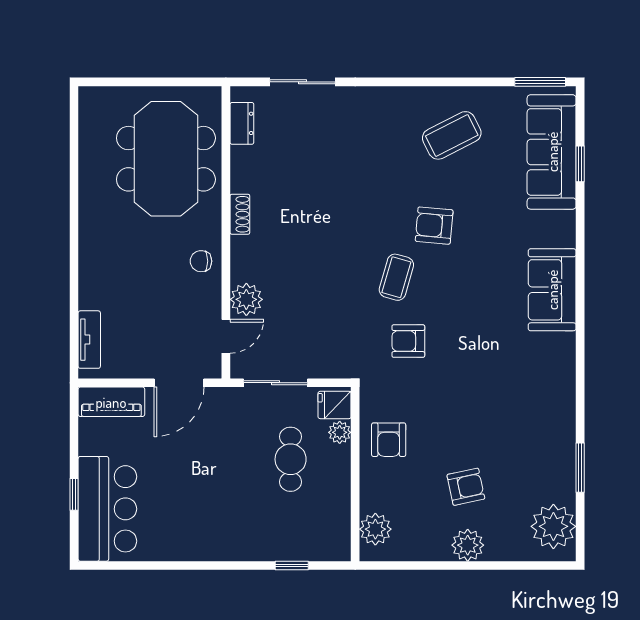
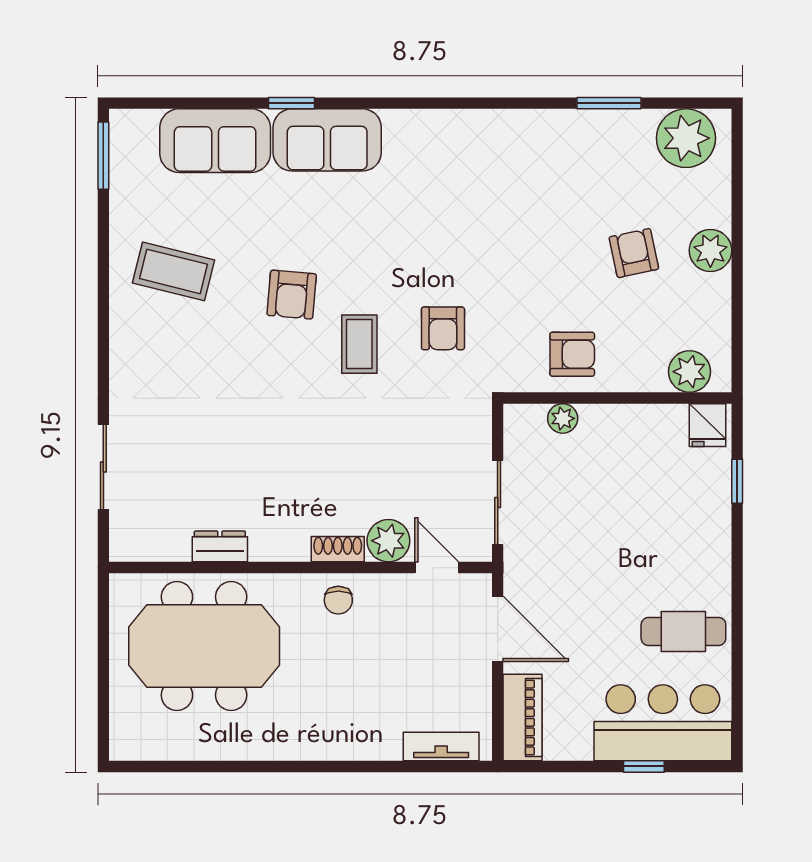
dresser: (242, 123) -> (220, 546), moved
coffee table: (452, 135) -> (174, 271), turned -49
sofa: (552, 152) -> (215, 141), width x0.73
window: (580, 164) -> (291, 103), moved
shoe rack: (240, 214) -> (338, 549), moved
coffee table: (396, 277) -> (359, 344), turned 74
sofa: (552, 290) -> (327, 140), moved
fridge: (335, 405) -> (708, 425), moved
cafe table: (291, 459) -> (683, 631), moved

